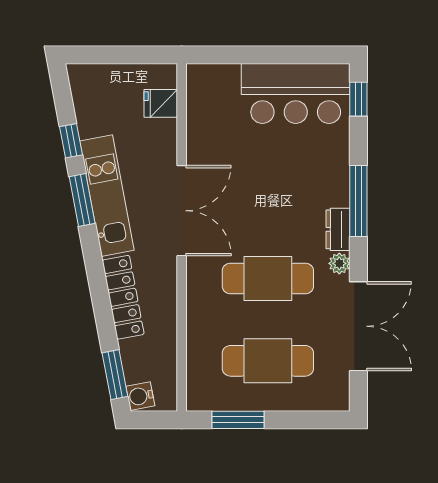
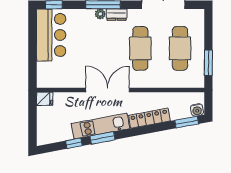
fridge: (161, 103) -> (45, 99), moved, turned -90
plant: (339, 263) -> (100, 14), moved

